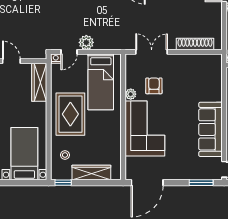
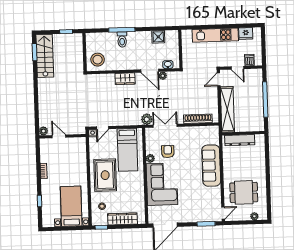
plant: (86, 42) -> (147, 119), moved
wardrobe: (39, 82) -> (81, 152), removed
sofa: (210, 129) -> (211, 166), moved

